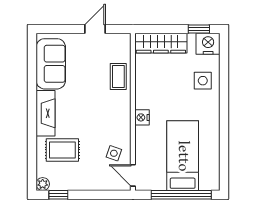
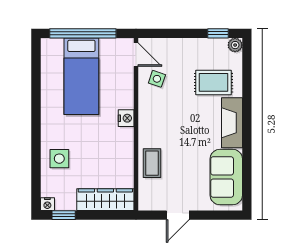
nightstand: (208, 44) -> (47, 204), width x0.53, depth x0.56

